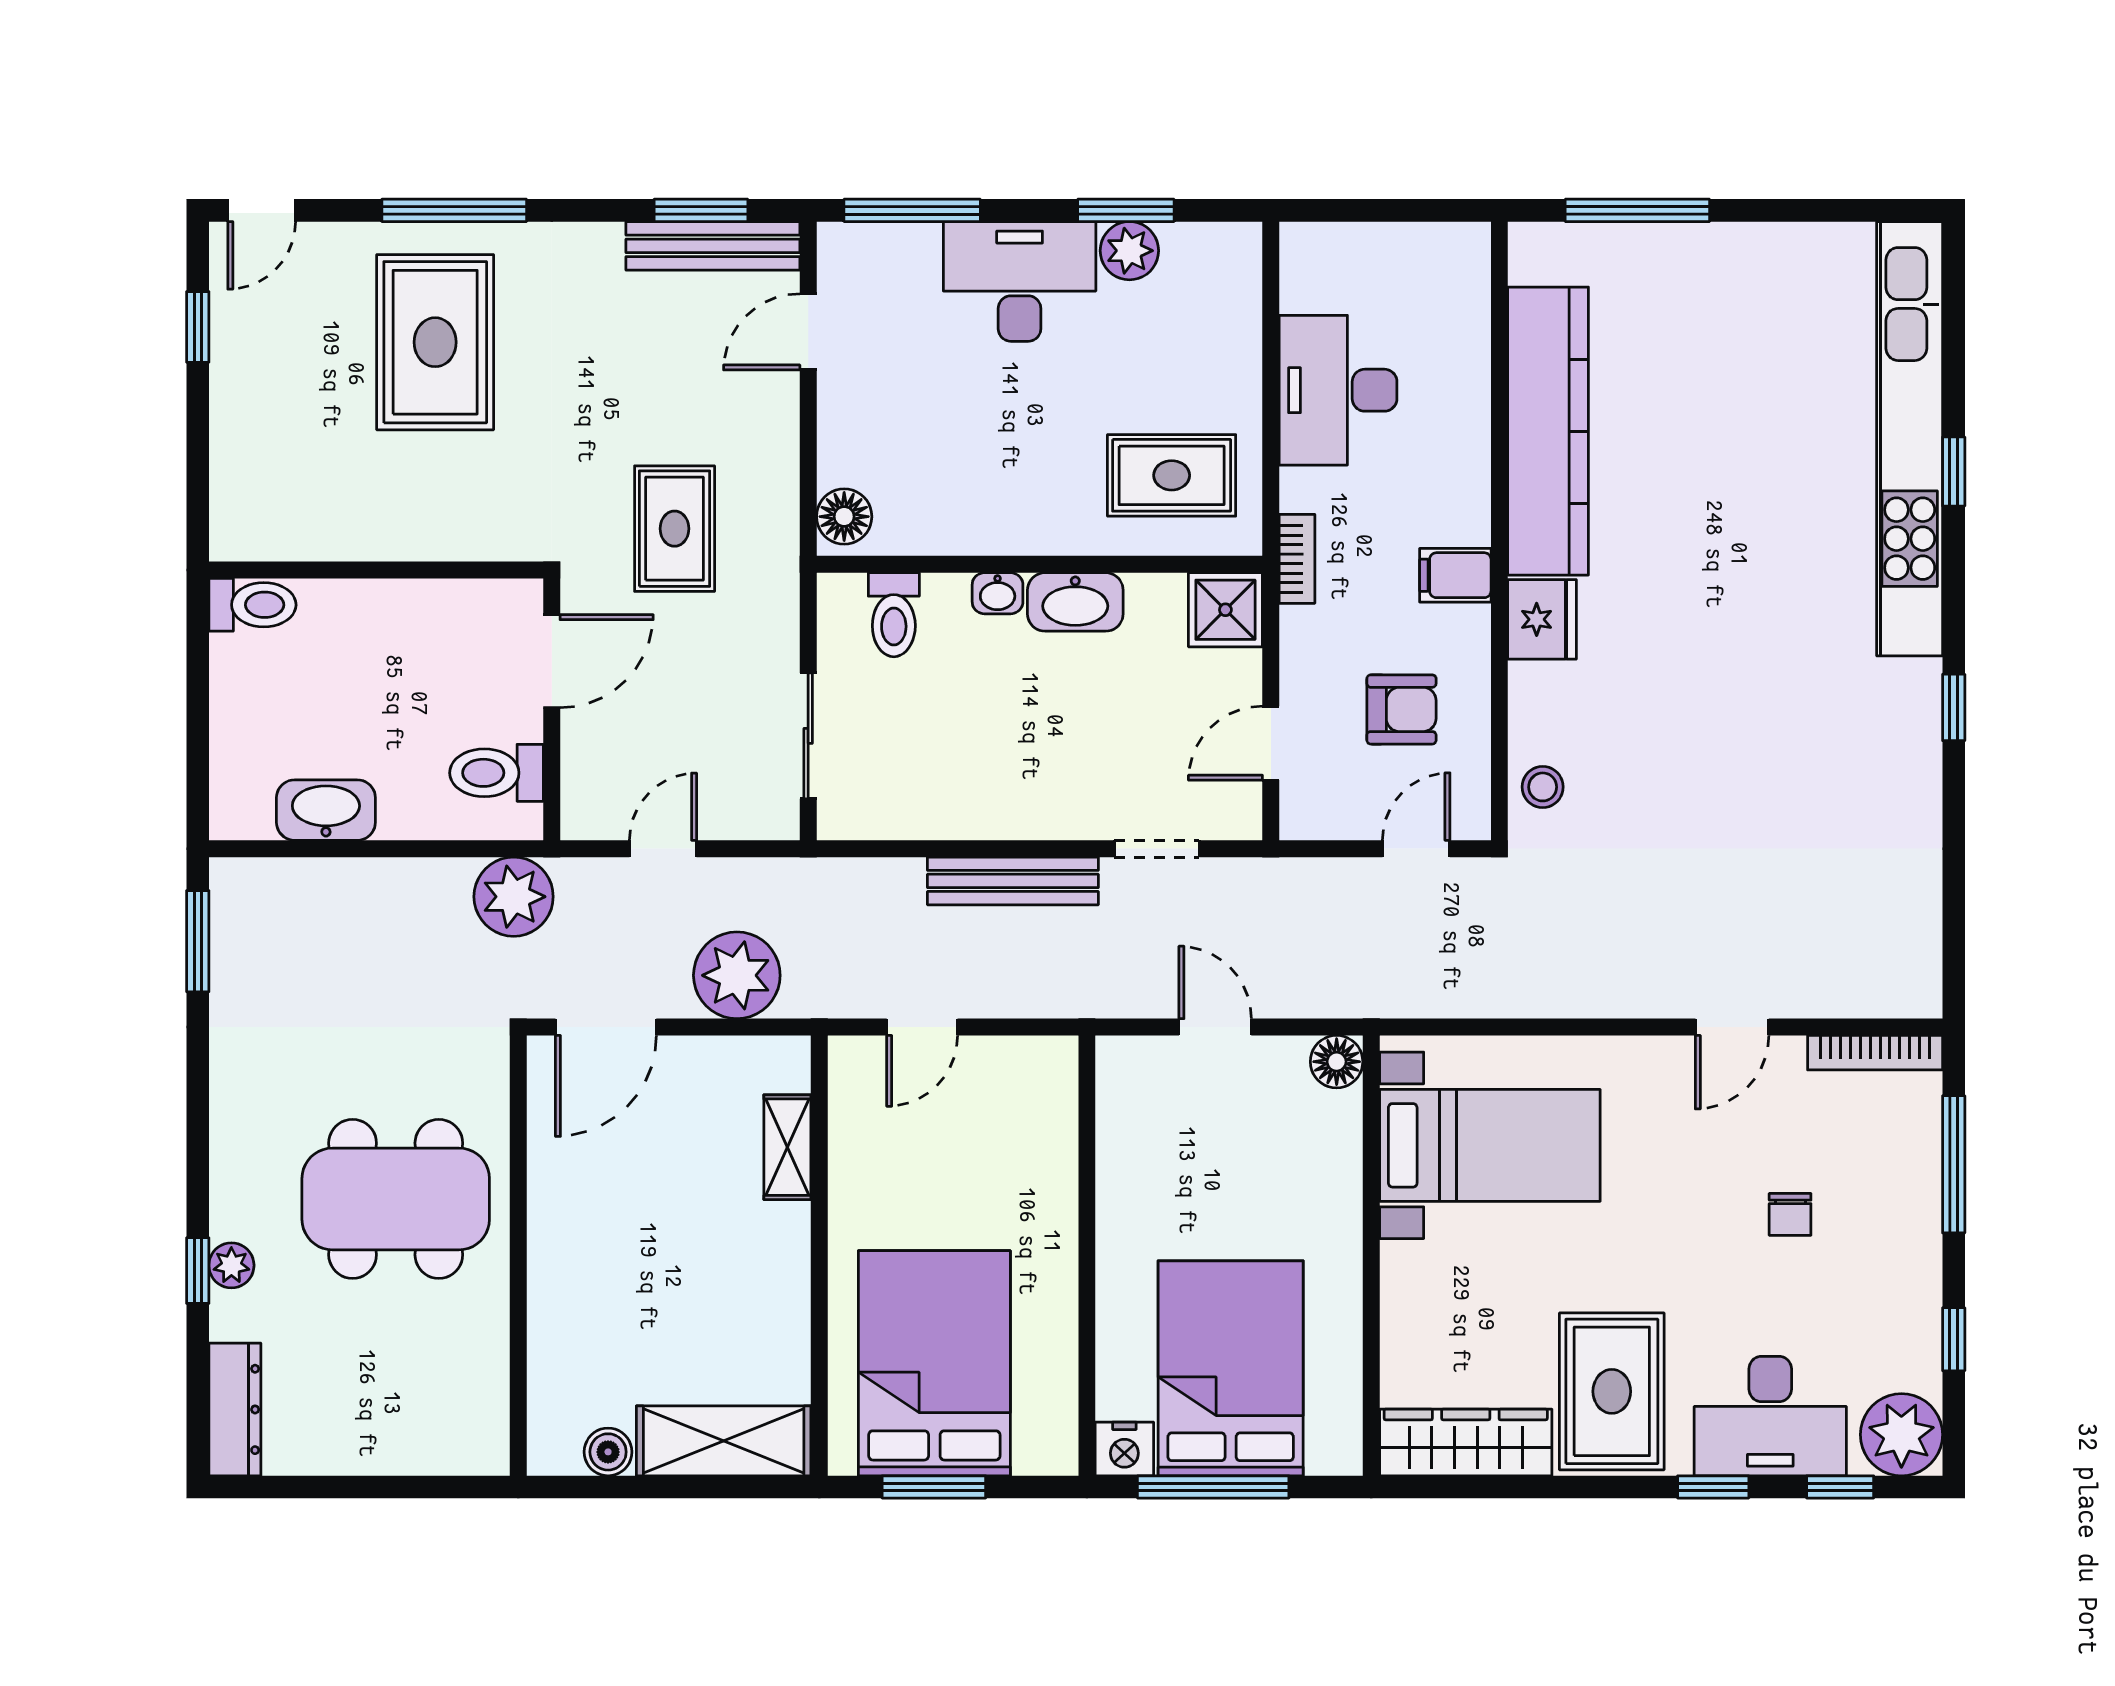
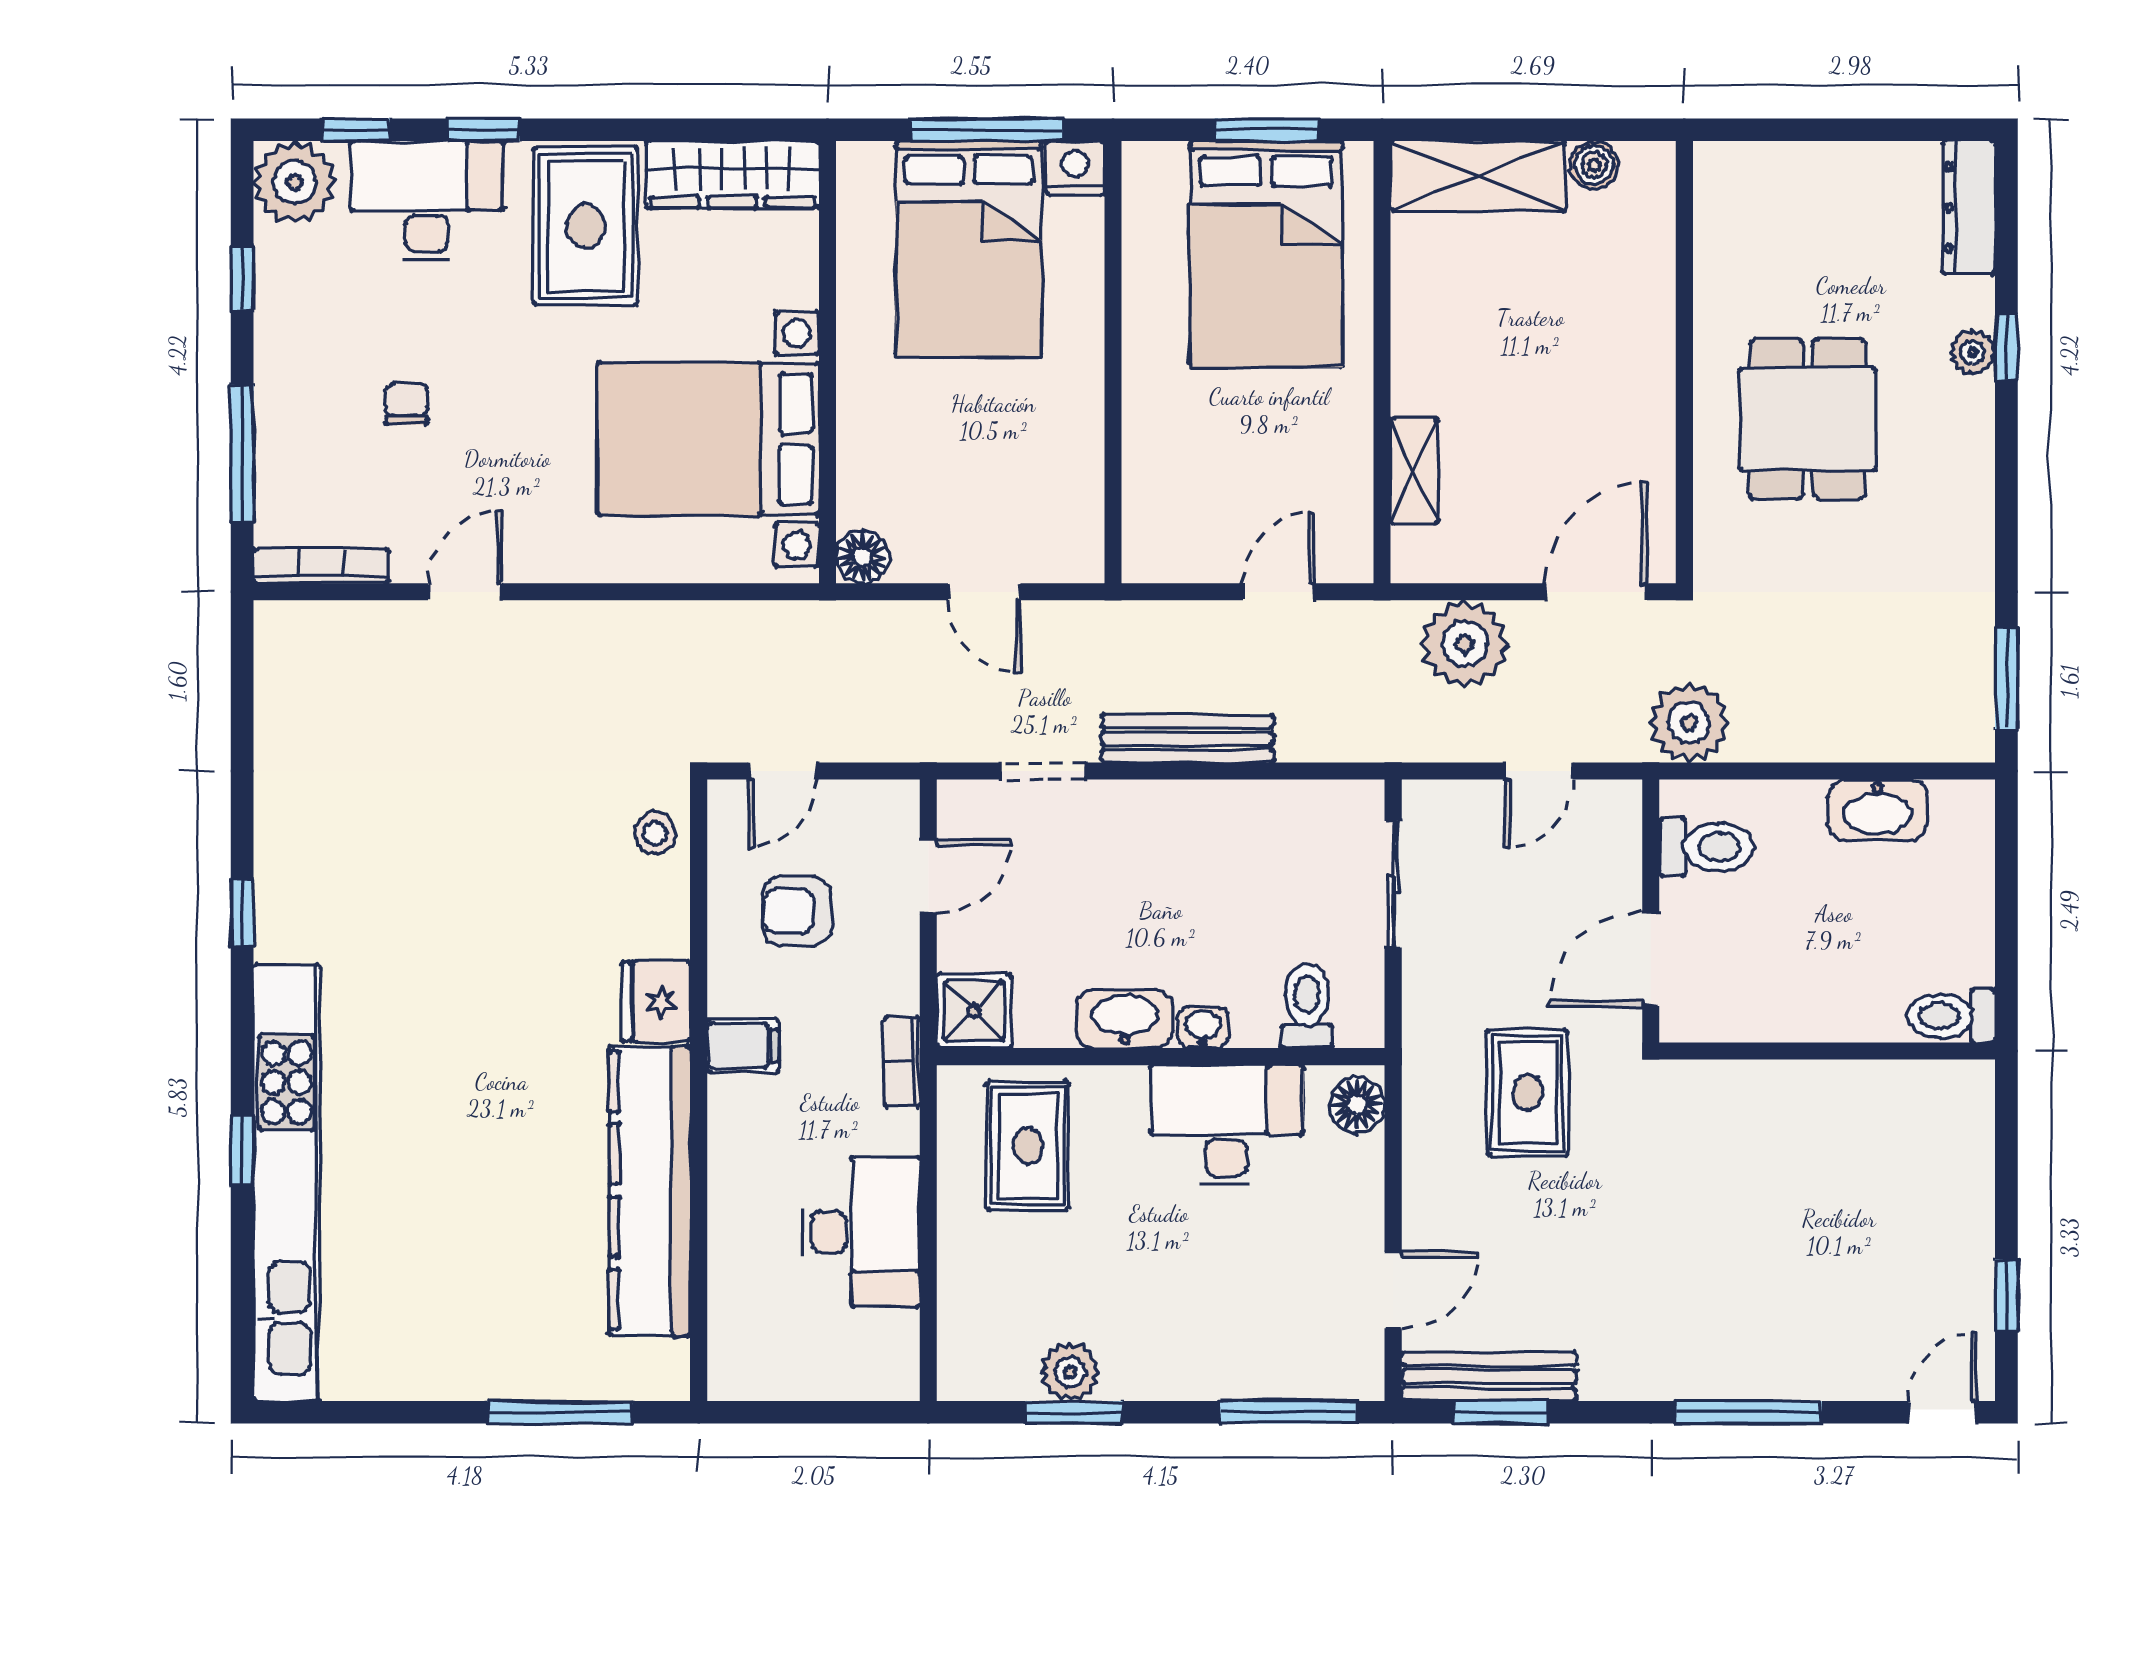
desk: (1020, 281) -> (1227, 1125), moved, turned 180
rug: (435, 342) -> (1768, 1280), removed
rug: (1172, 475) -> (1028, 1146), turned 90
bed with nightstands: (1490, 1145) -> (708, 439), width x1.36
dining table: (396, 1199) -> (1808, 419), width x0.73

